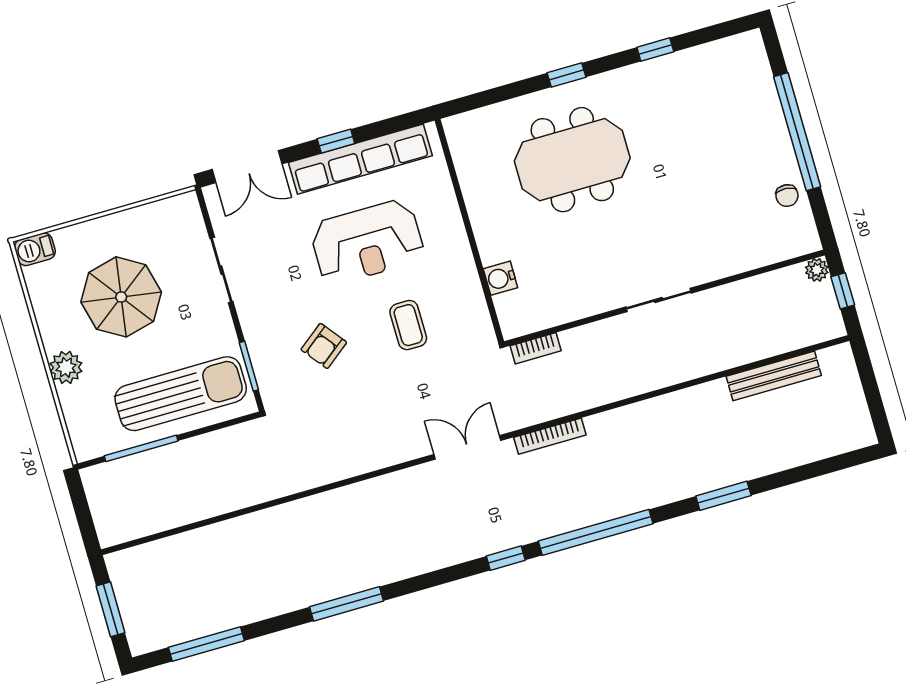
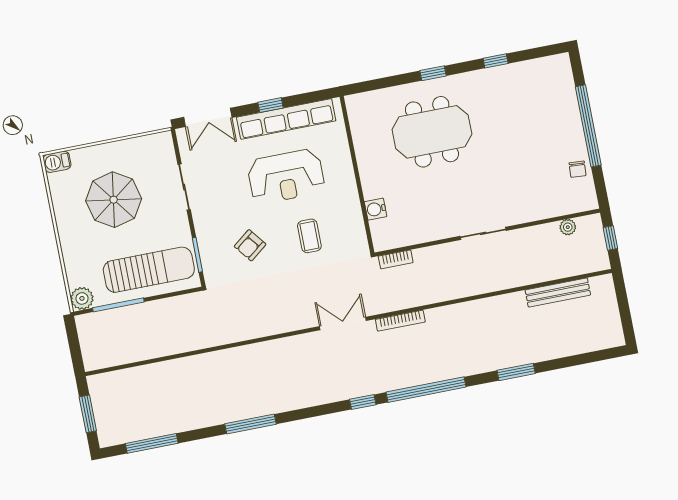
plant: (817, 270) -> (568, 227), moved
plant: (66, 367) -> (82, 298), moved

